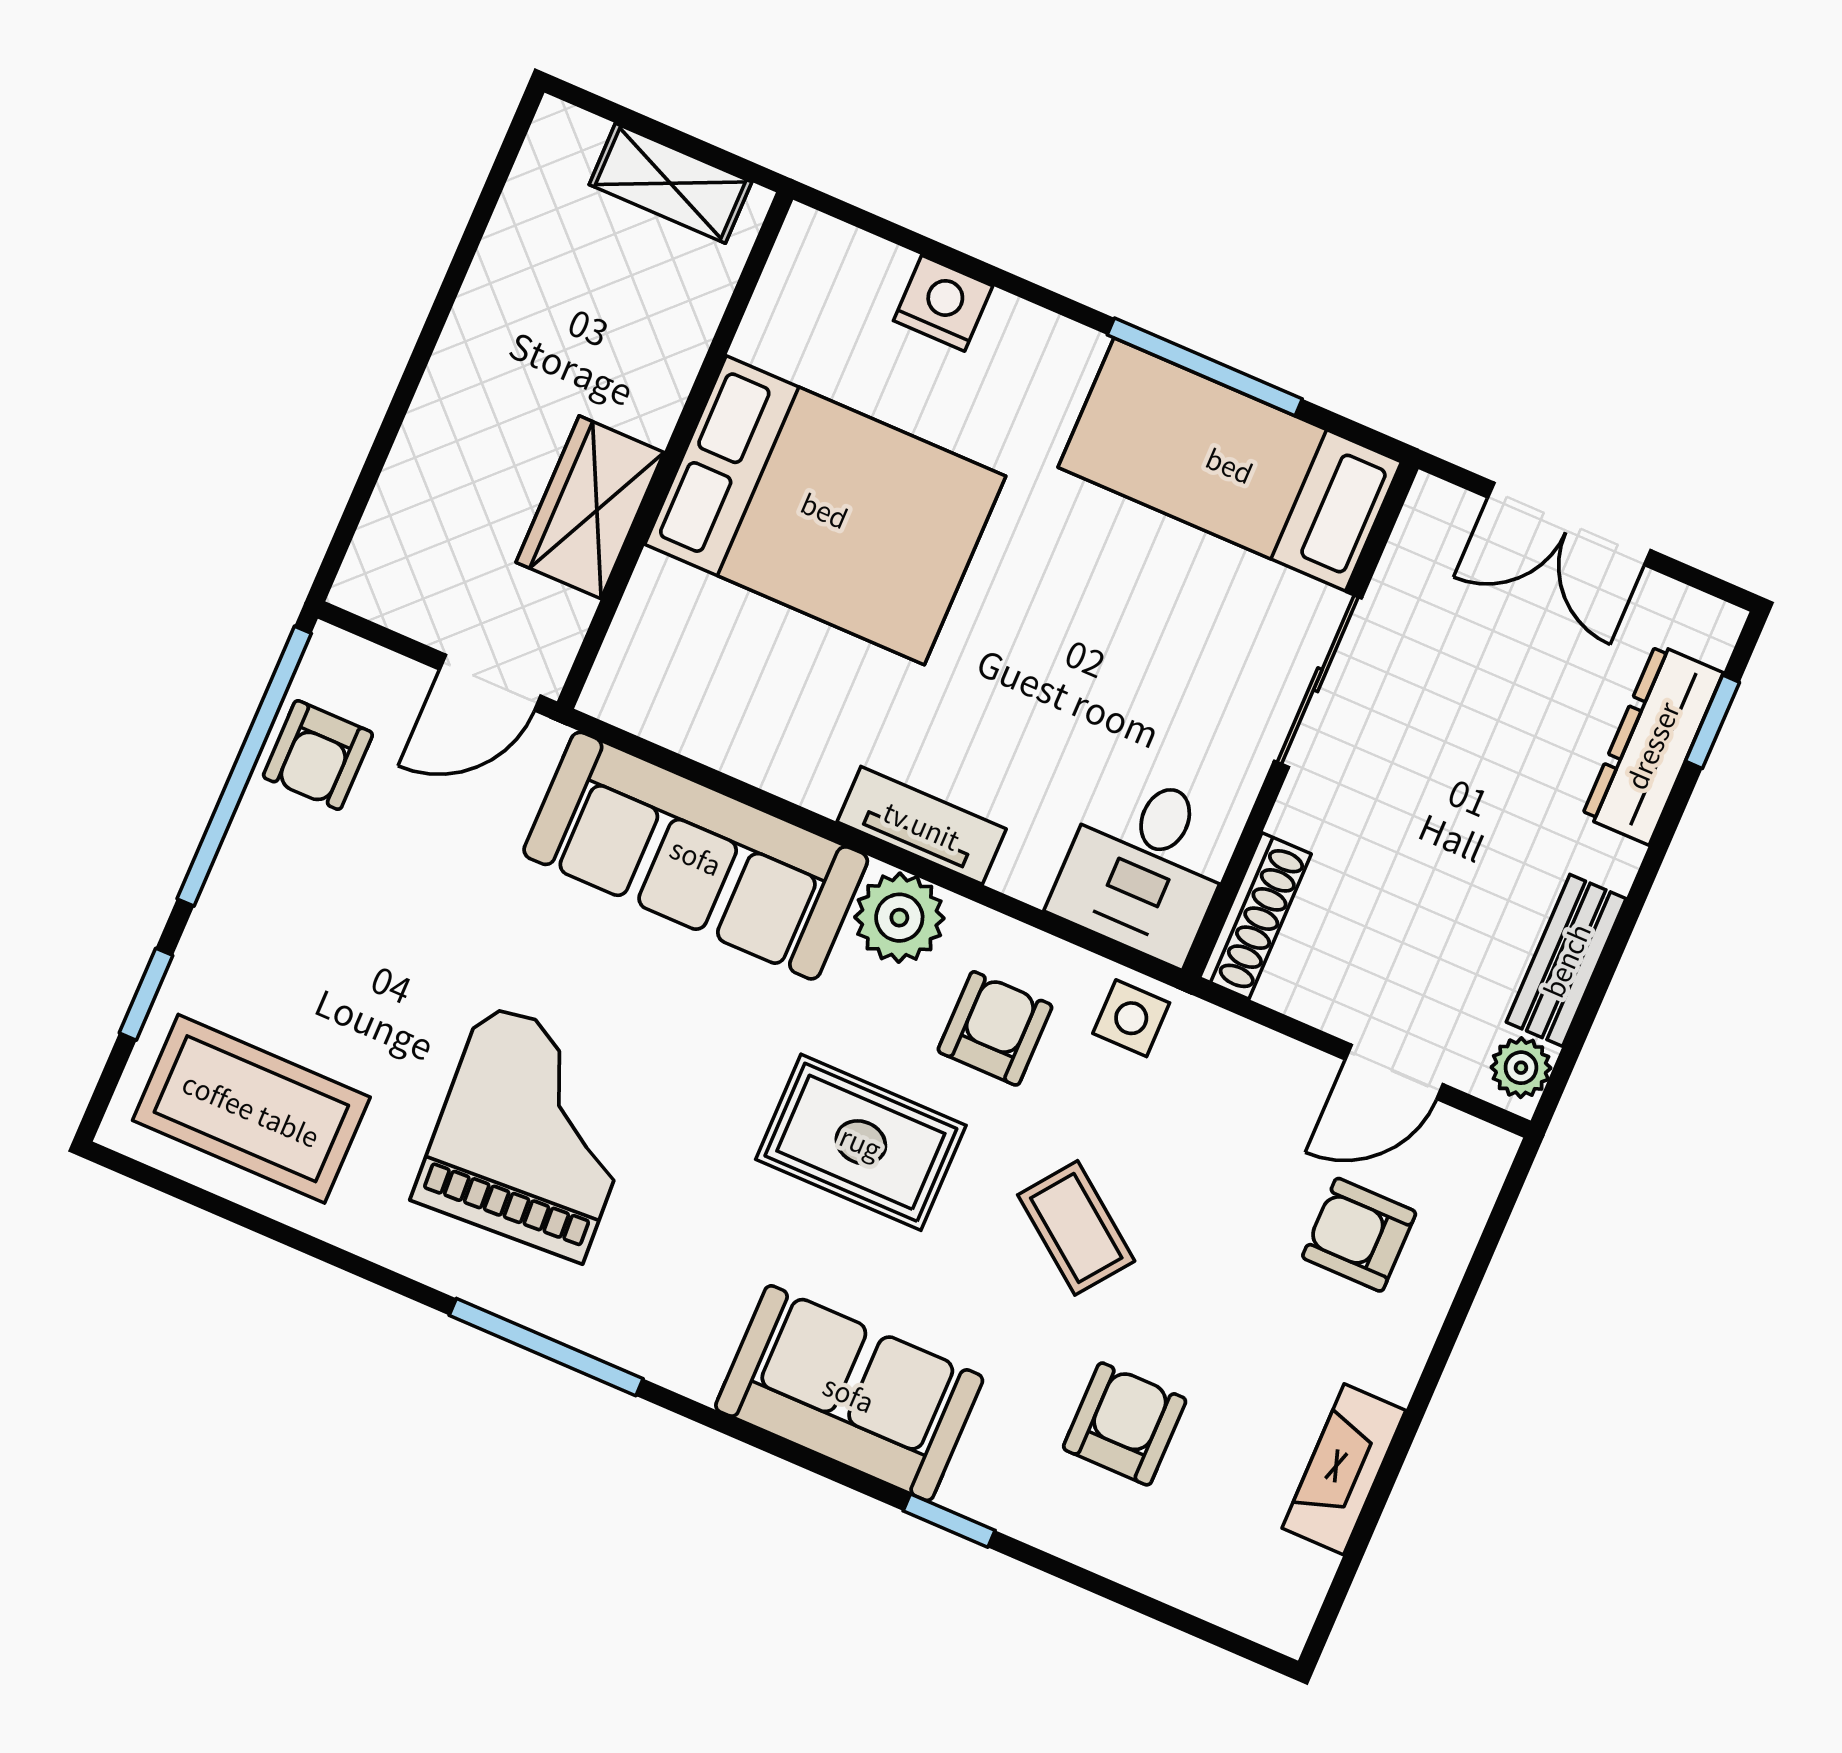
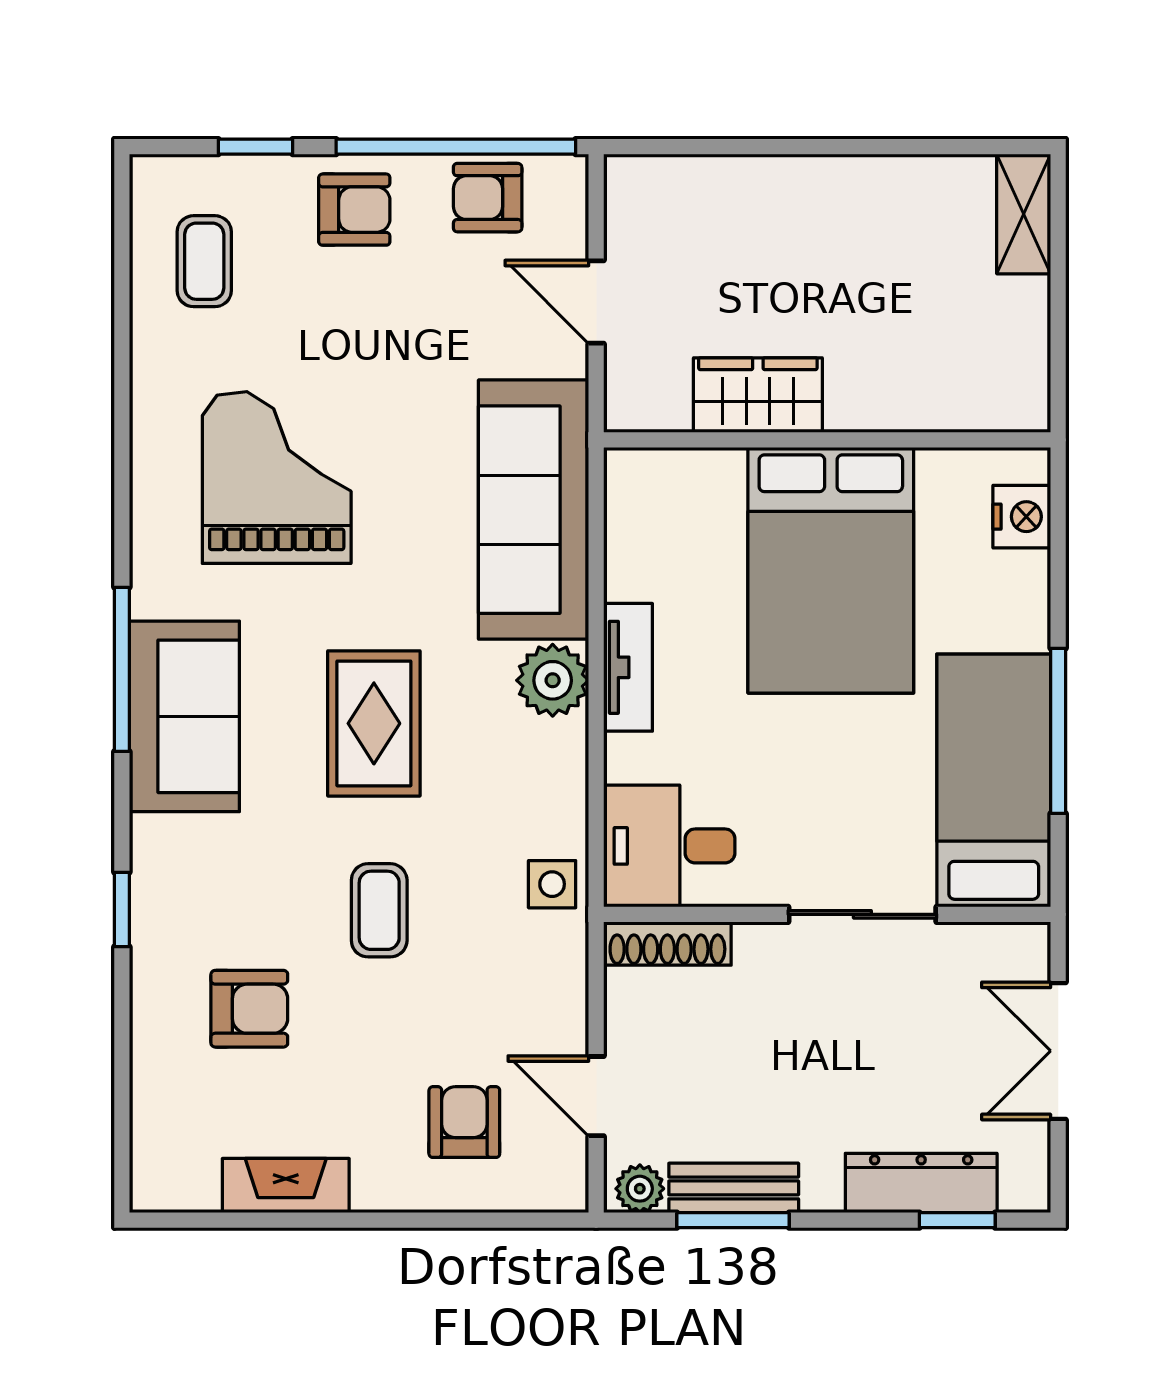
shelving: (670, 183) -> (1024, 214), moved
wall: (675, 451) -> (827, 440), moved
wardrobe: (590, 507) -> (758, 395), moved
bed: (825, 510) -> (831, 570), moved
window: (1603, 977) -> (733, 1220), added
armchair: (995, 1028) -> (354, 210), moved
coffee table: (251, 1109) -> (204, 261), width x0.54, depth x0.58
grand piano: (533, 1132) -> (277, 477), turned -87
coffee table: (1076, 1228) -> (379, 910), turned -37
window: (546, 1347) -> (122, 669), moved
sofa: (849, 1393) -> (184, 716), moved

